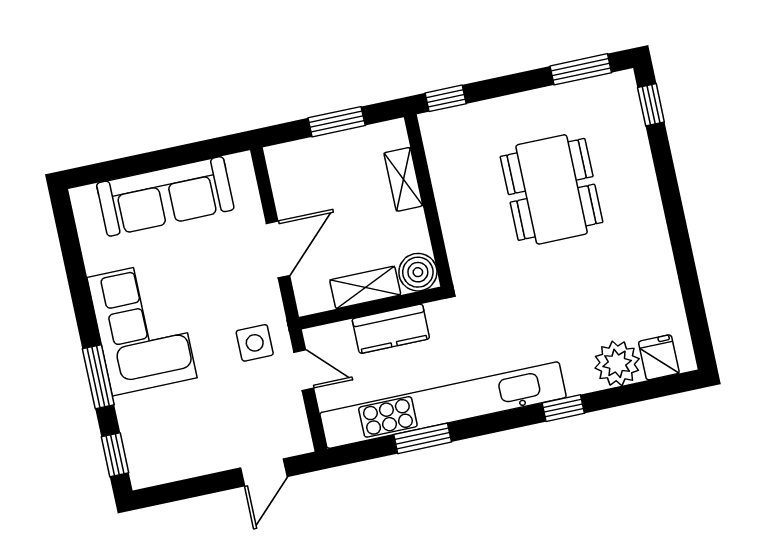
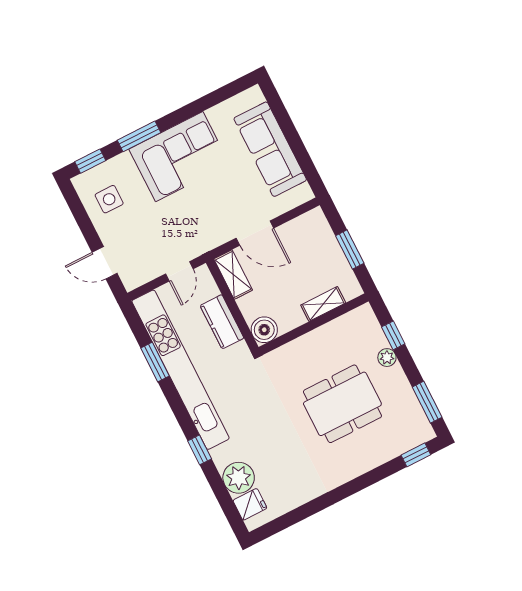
window: (446, 98) -> (393, 335), moved
plant: (503, 109) -> (387, 358), added
shelving: (365, 287) -> (233, 275), moved
side table: (255, 343) -> (109, 199), moved

